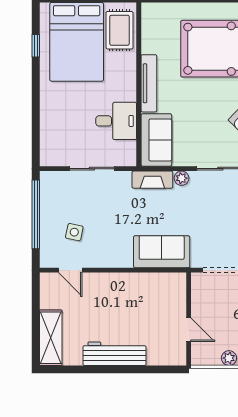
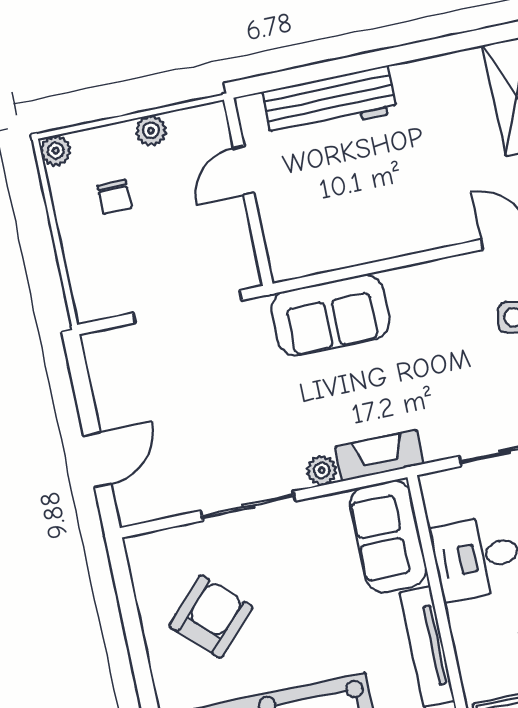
door: (189, 330) -> (244, 170), hinge flipped
workbench: (114, 354) -> (330, 102), moved

